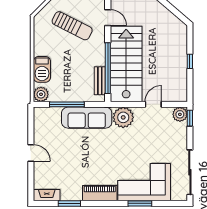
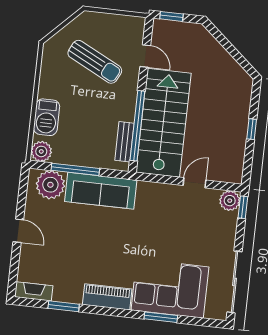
plant: (123, 117) -> (50, 185), moved

